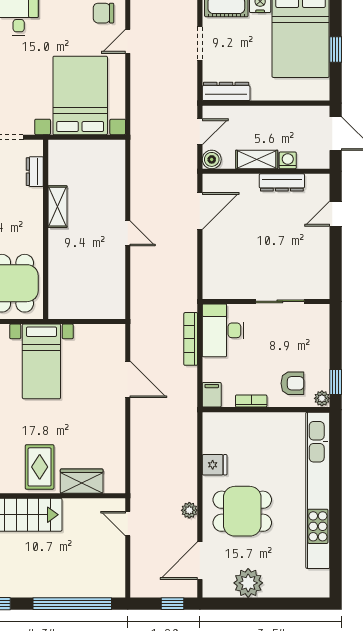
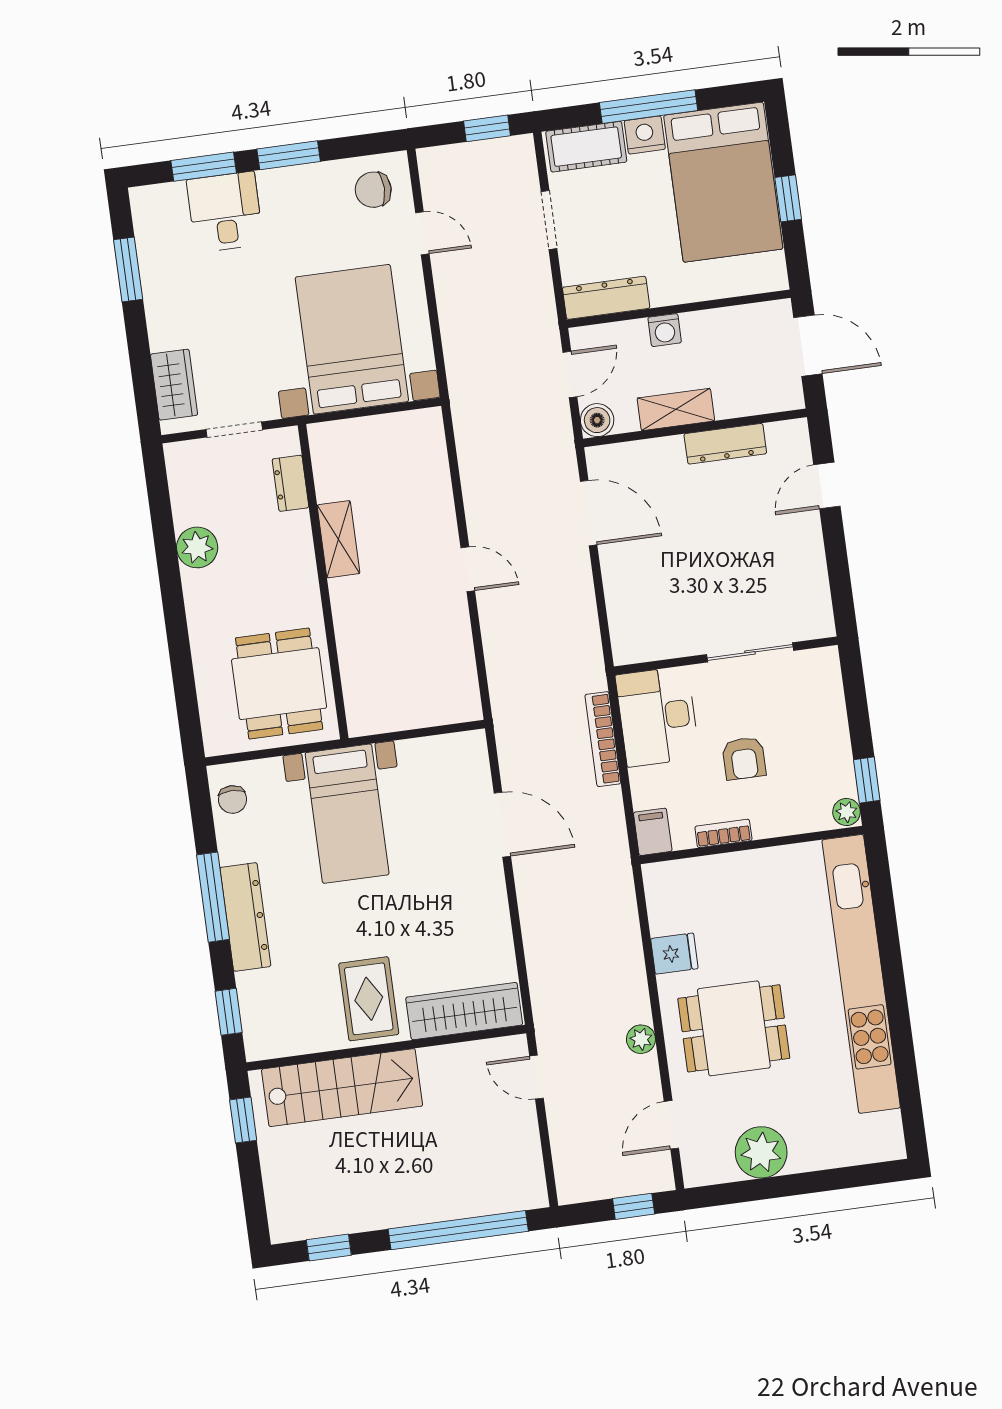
door: (128, 41) -> (422, 233), swing flipped
washing machine: (288, 160) -> (665, 330), moved, turned 180
door: (200, 211) -> (589, 513), hinge flipped
armchair: (292, 383) -> (744, 758), moved, turned 90
wardrobe: (82, 481) -> (464, 1011), width x1.50
door: (200, 561) -> (671, 1125), width x0.73

